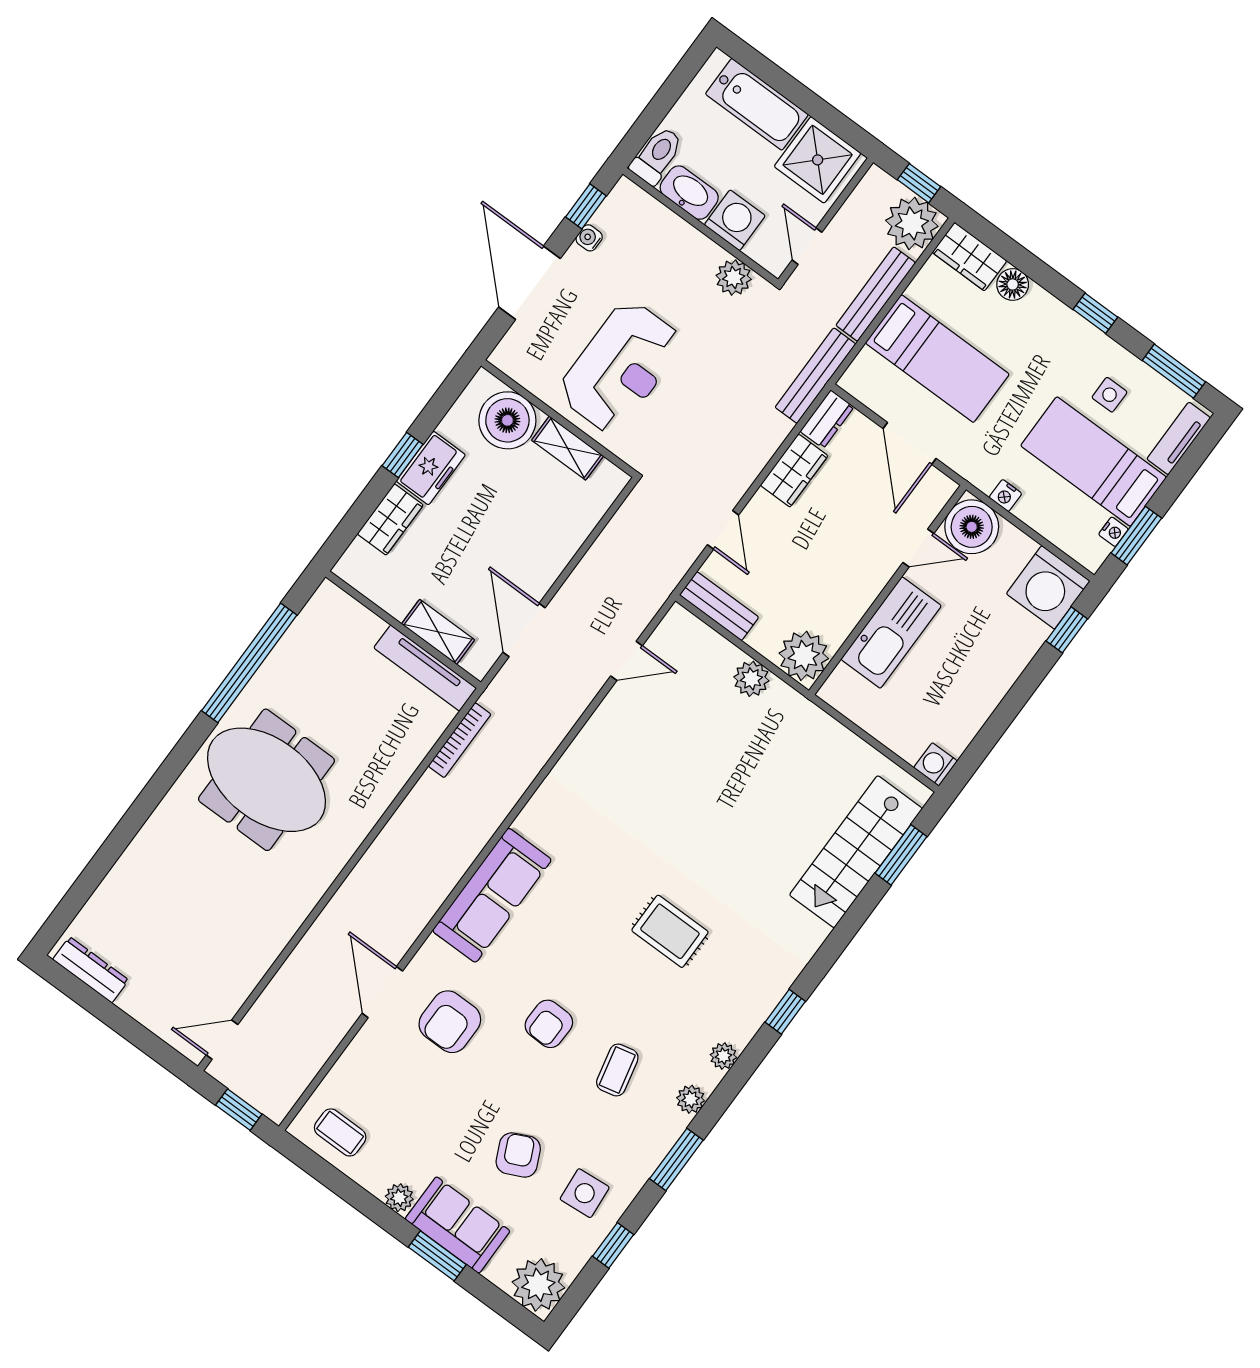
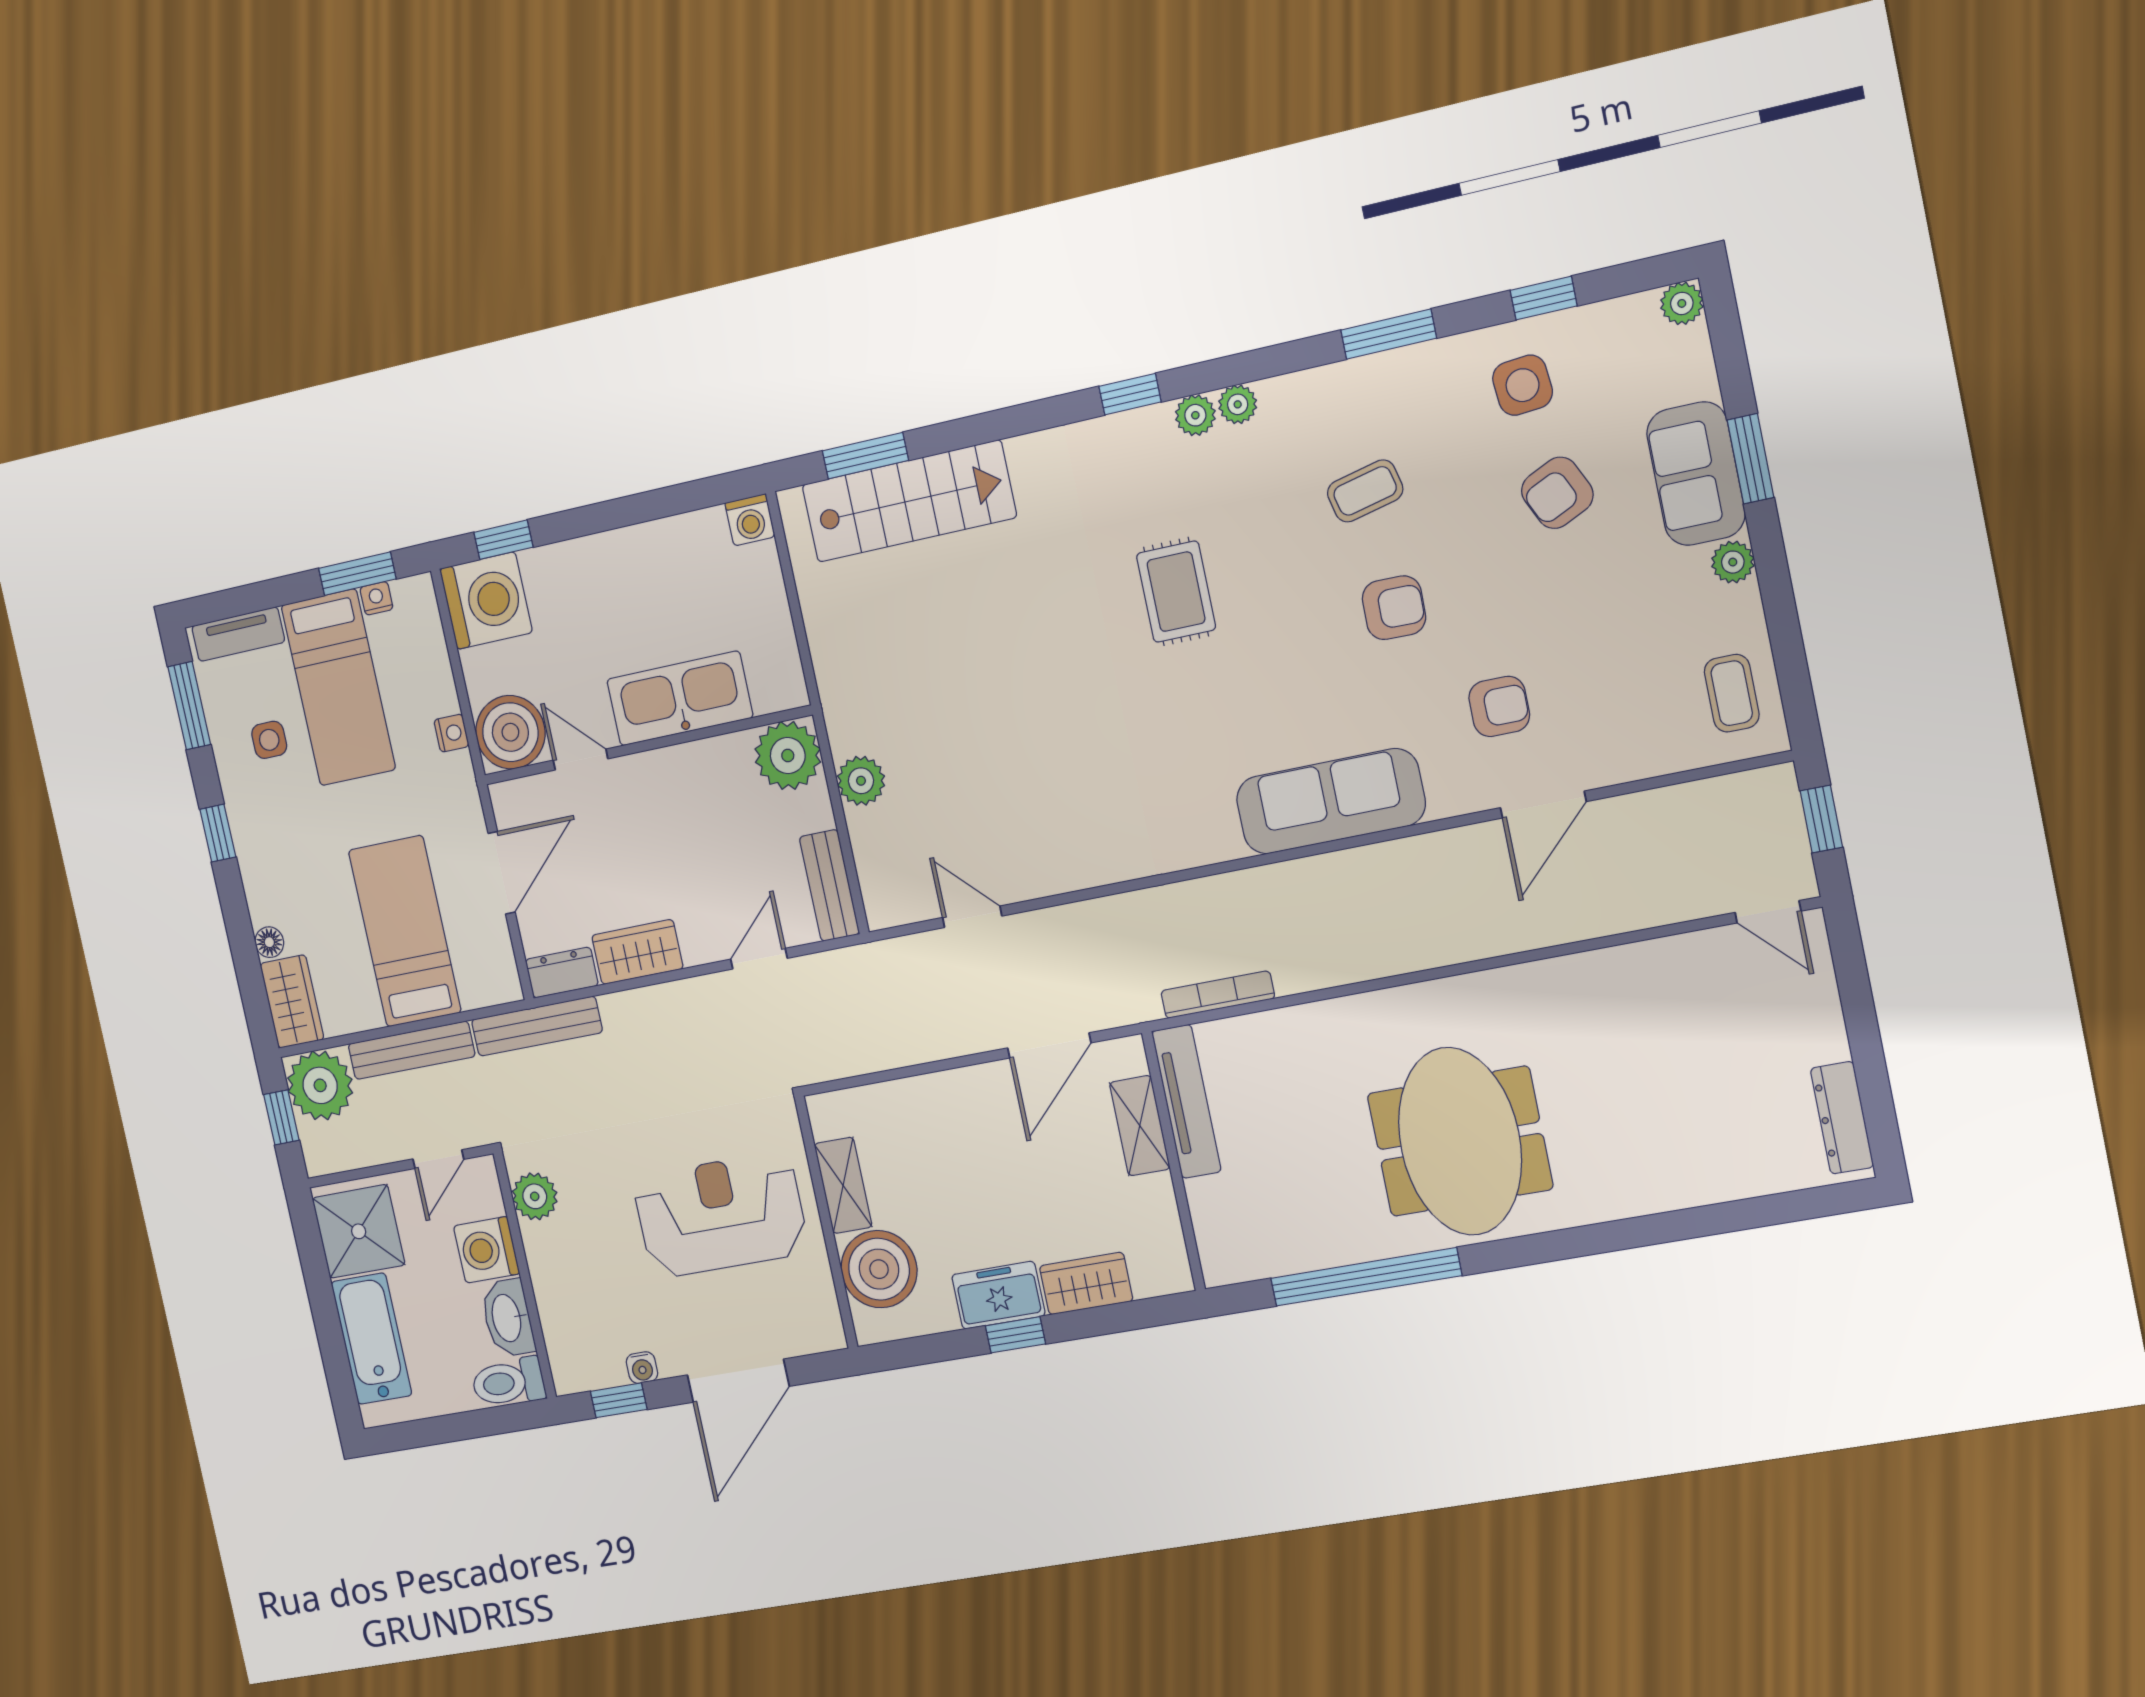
floor lamp: (1013, 284) -> (269, 942), width x0.73, depth x0.73
armchair: (450, 1022) -> (1499, 706), width x0.72, depth x0.72
plant: (691, 1099) -> (1195, 415), moved
plant: (538, 1285) -> (1682, 303), width x0.53, depth x0.53

